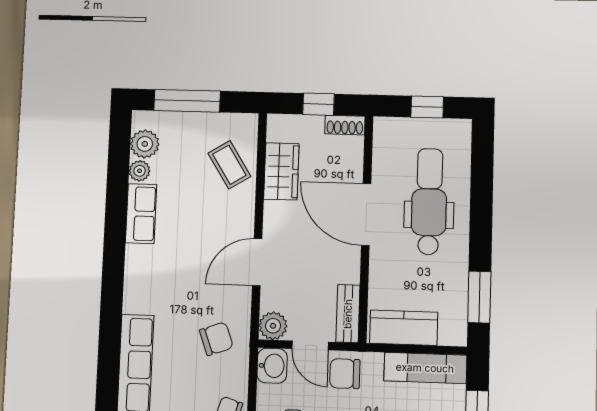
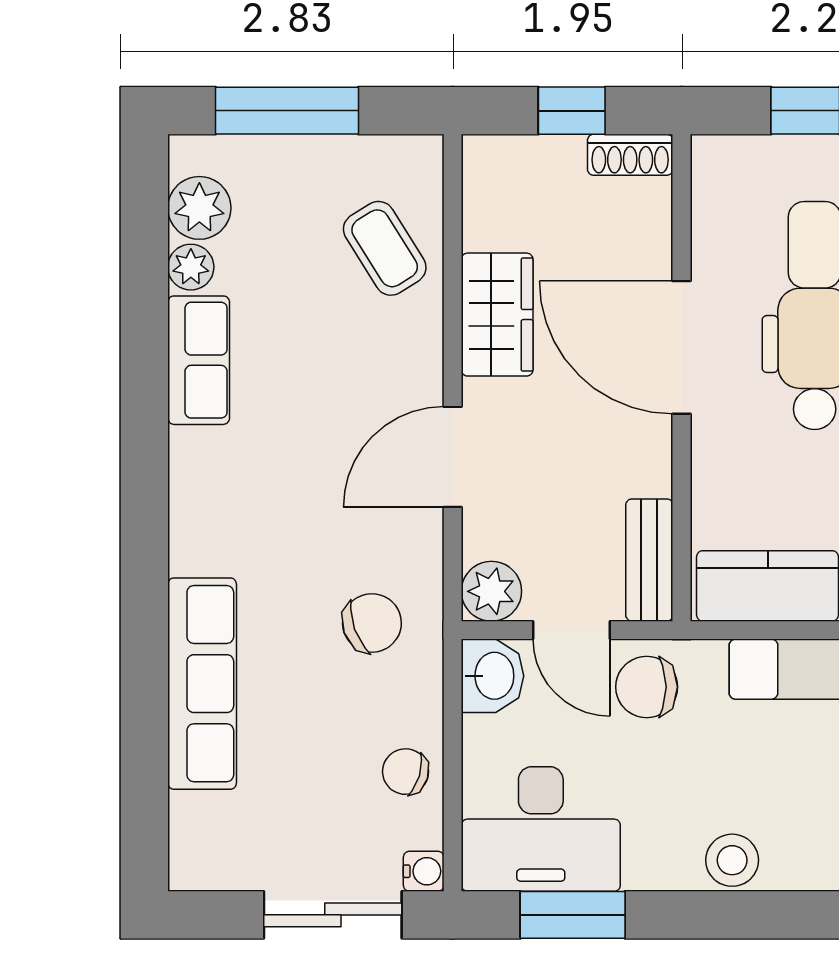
wardrobe: (281, 171) -> (497, 315), moved

